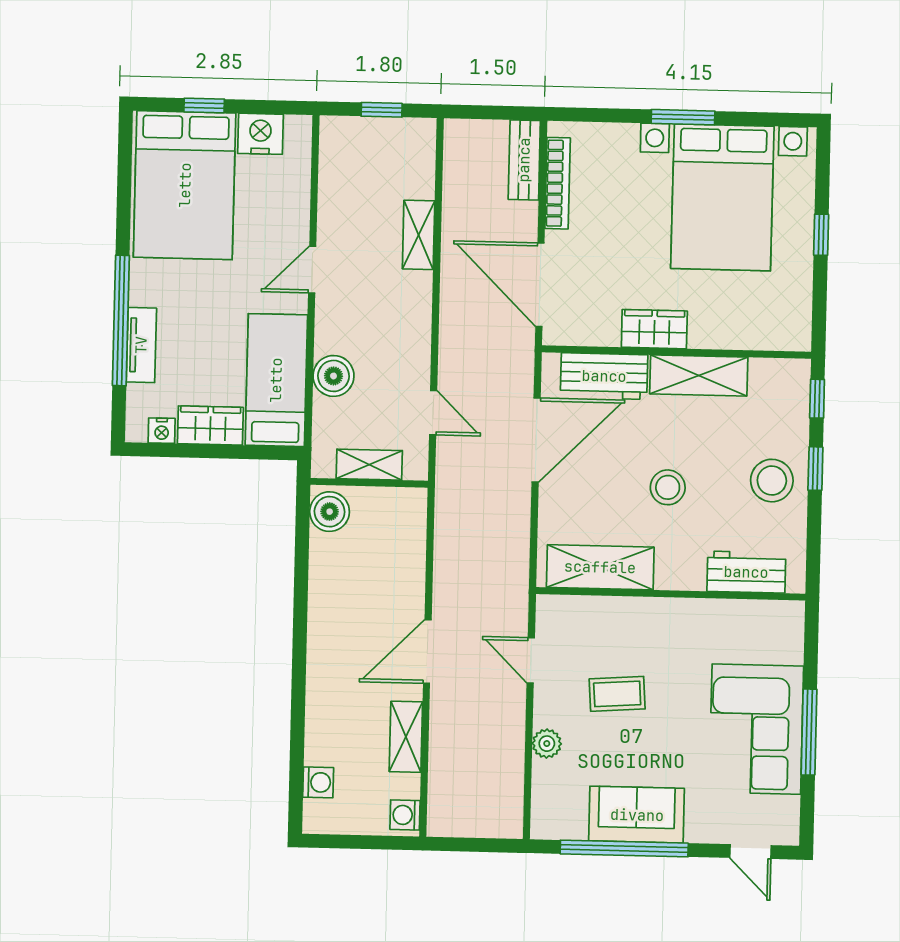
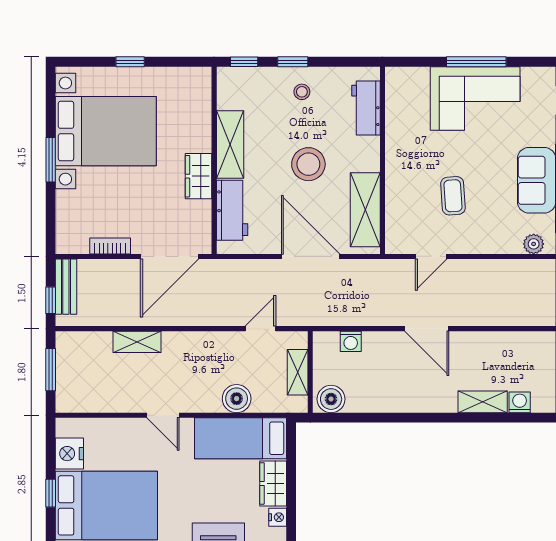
window: (382, 110) -> (51, 370), width x1.50
window: (481, 112) -> (51, 300), added
bench: (524, 160) -> (66, 287), moved, turned 90
bookcase: (558, 183) -> (110, 246), width x0.64
door: (536, 440) -> (311, 256), moved
stool: (772, 481) -> (302, 92), width x0.53, depth x0.53
stool: (668, 487) -> (308, 164), width x1.38, depth x1.38
shelving: (406, 737) -> (483, 402), moved
plant: (547, 744) -> (534, 244), moved
washing machine: (405, 815) -> (351, 341), moved

